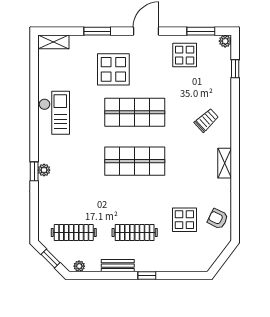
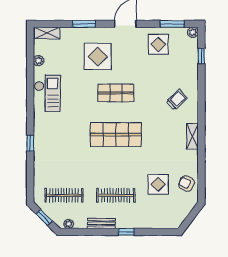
shop shelf: (135, 112) -> (116, 93), width x0.70, depth x0.74
plant: (44, 170) -> (39, 61), moved

